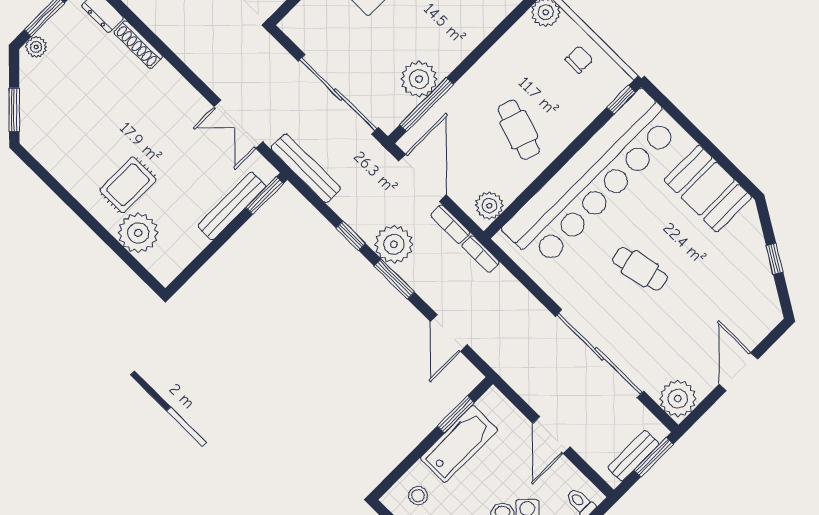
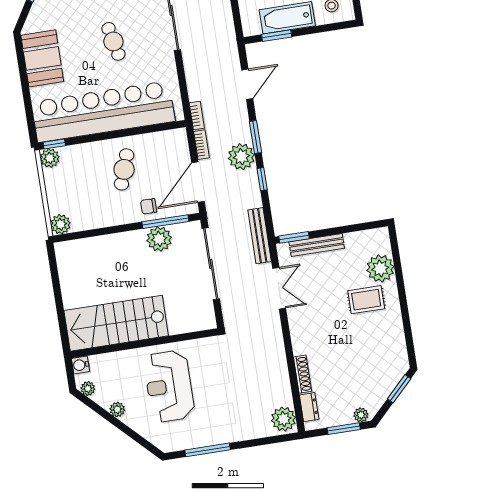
chair: (579, 59) -> (149, 206), moved
plant: (489, 206) -> (50, 158), moved

